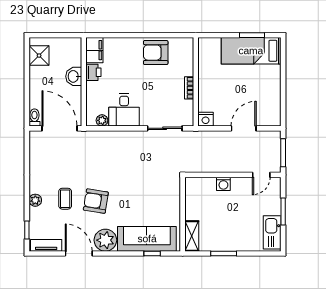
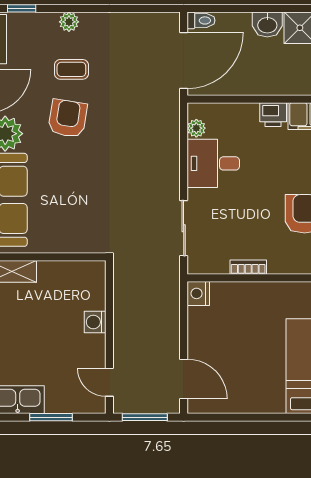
washbasin: (74, 76) -> (267, 25), moved, turned 180
door: (244, 128) -> (184, 379), moved

